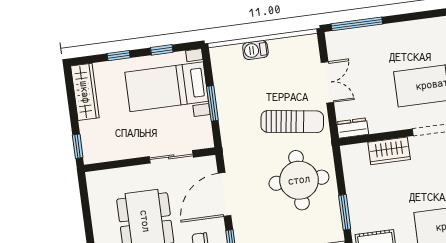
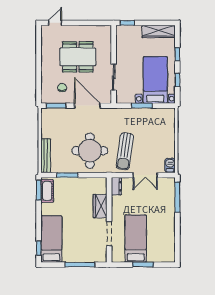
barbecue: (255, 50) -> (170, 166), moved

